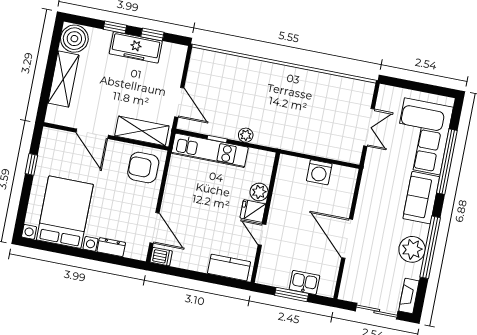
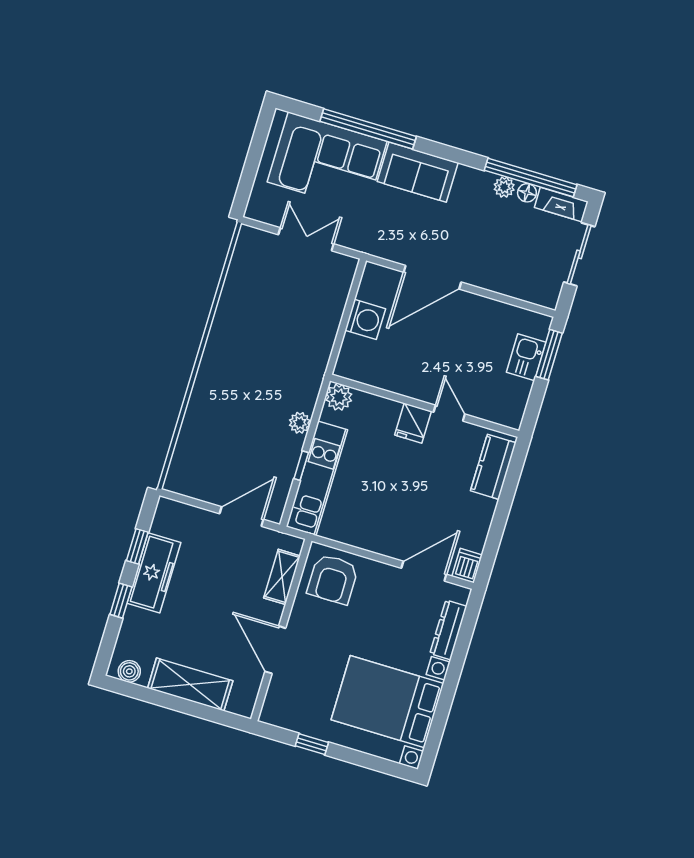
boiler: (74, 39) -> (129, 671), width x0.54, depth x0.54
shelving: (142, 131) -> (282, 577), width x0.67, depth x0.75
door: (92, 134) -> (275, 650), swing flipped
plant: (259, 192) -> (339, 397), moved
door: (262, 235) -> (449, 413), swing flipped
door: (347, 239) -> (432, 277), moved
dresser: (111, 247) -> (448, 630), width x1.44
window: (430, 247) -> (531, 178), moved
plant: (412, 249) -> (504, 187), width x0.53, depth x0.53
floor lamp: (415, 272) -> (527, 193), added
window: (292, 294) -> (549, 355), moved

